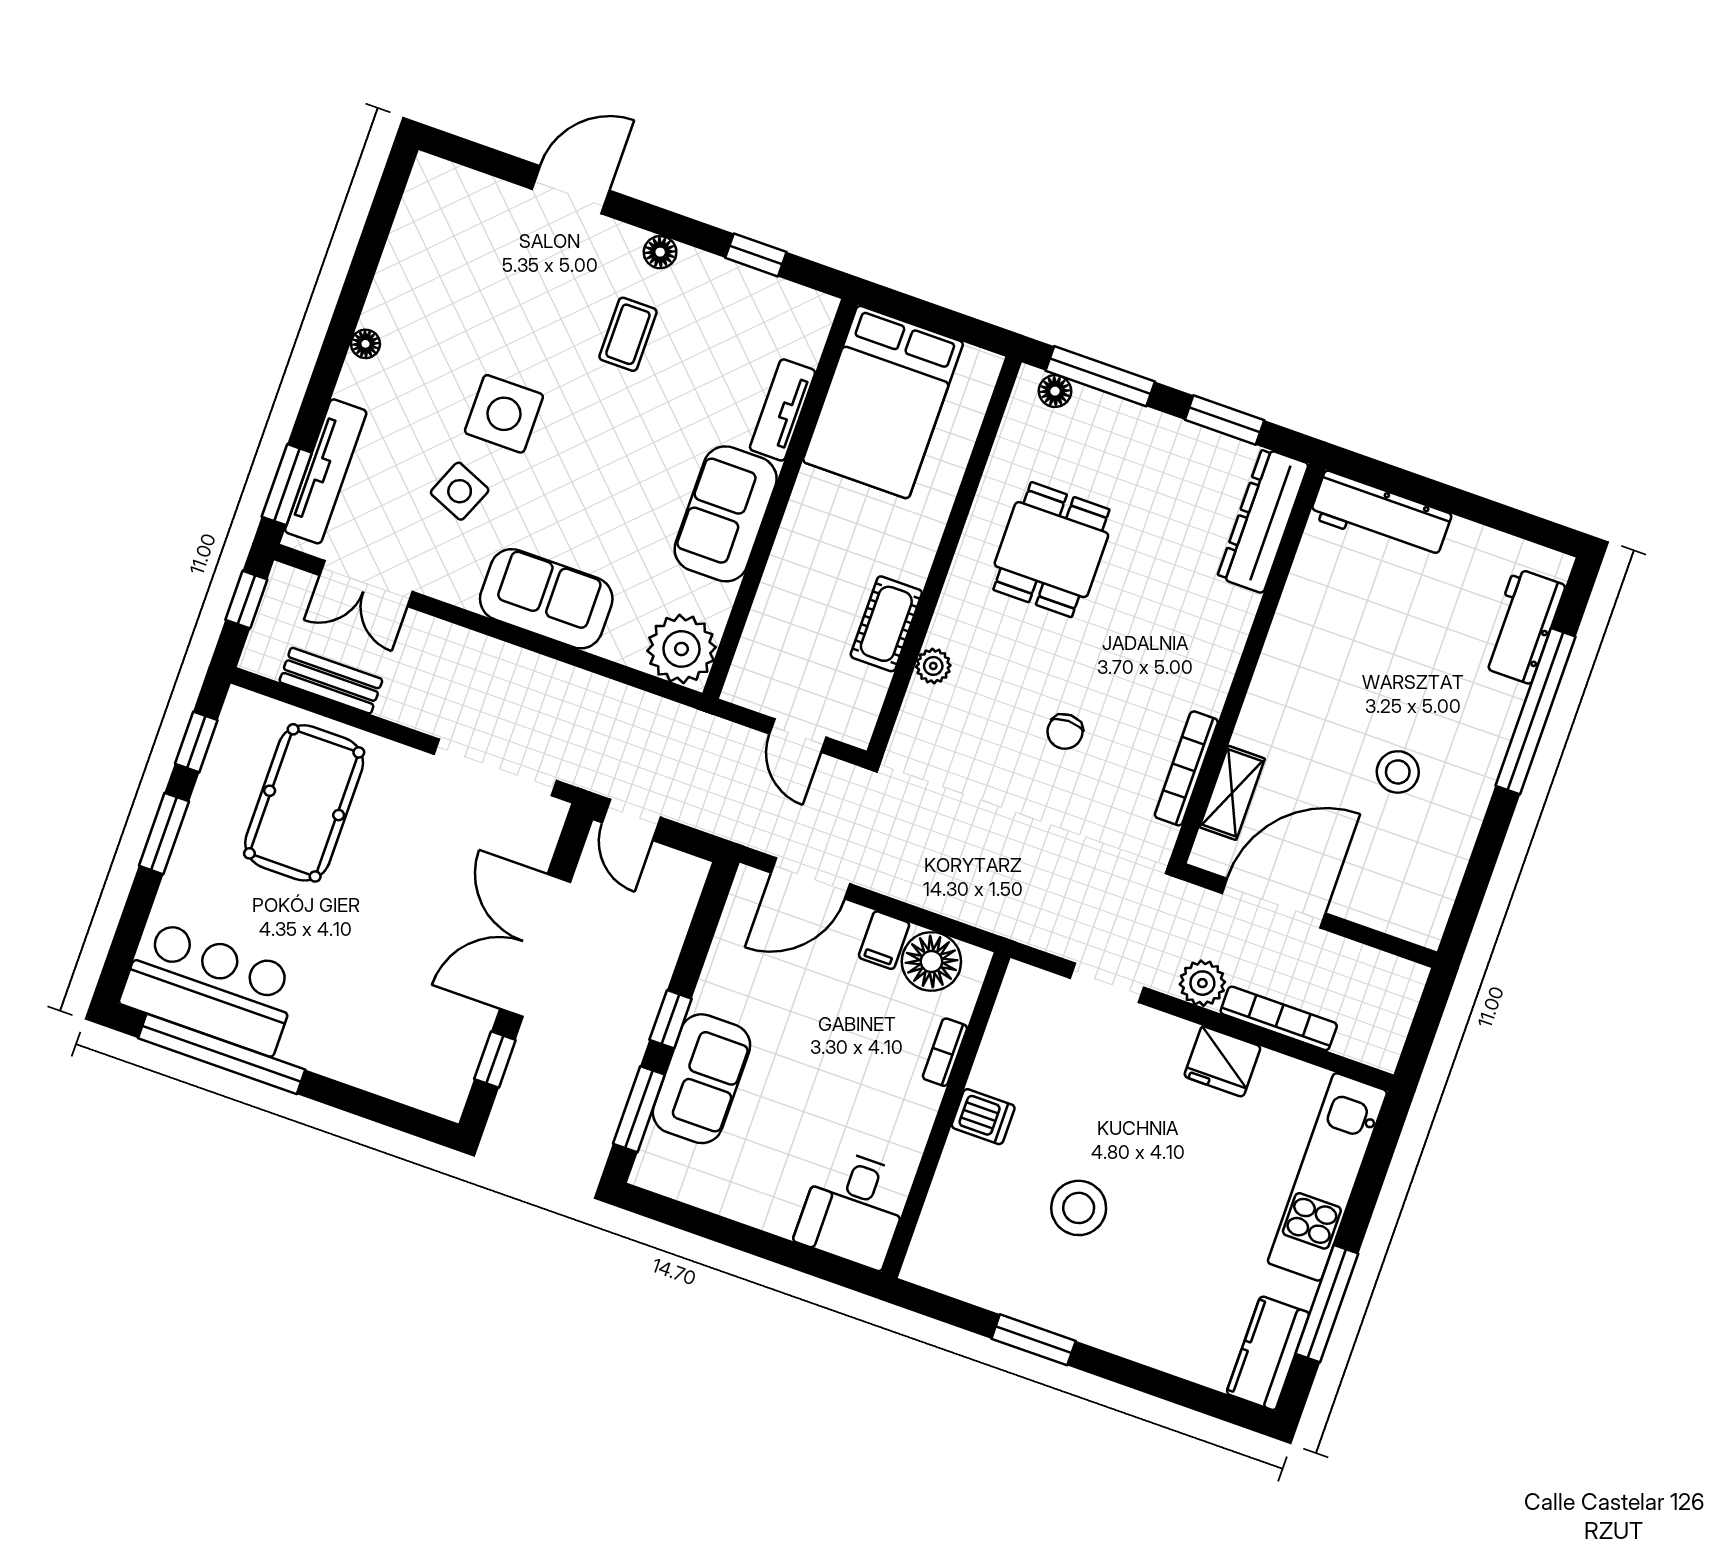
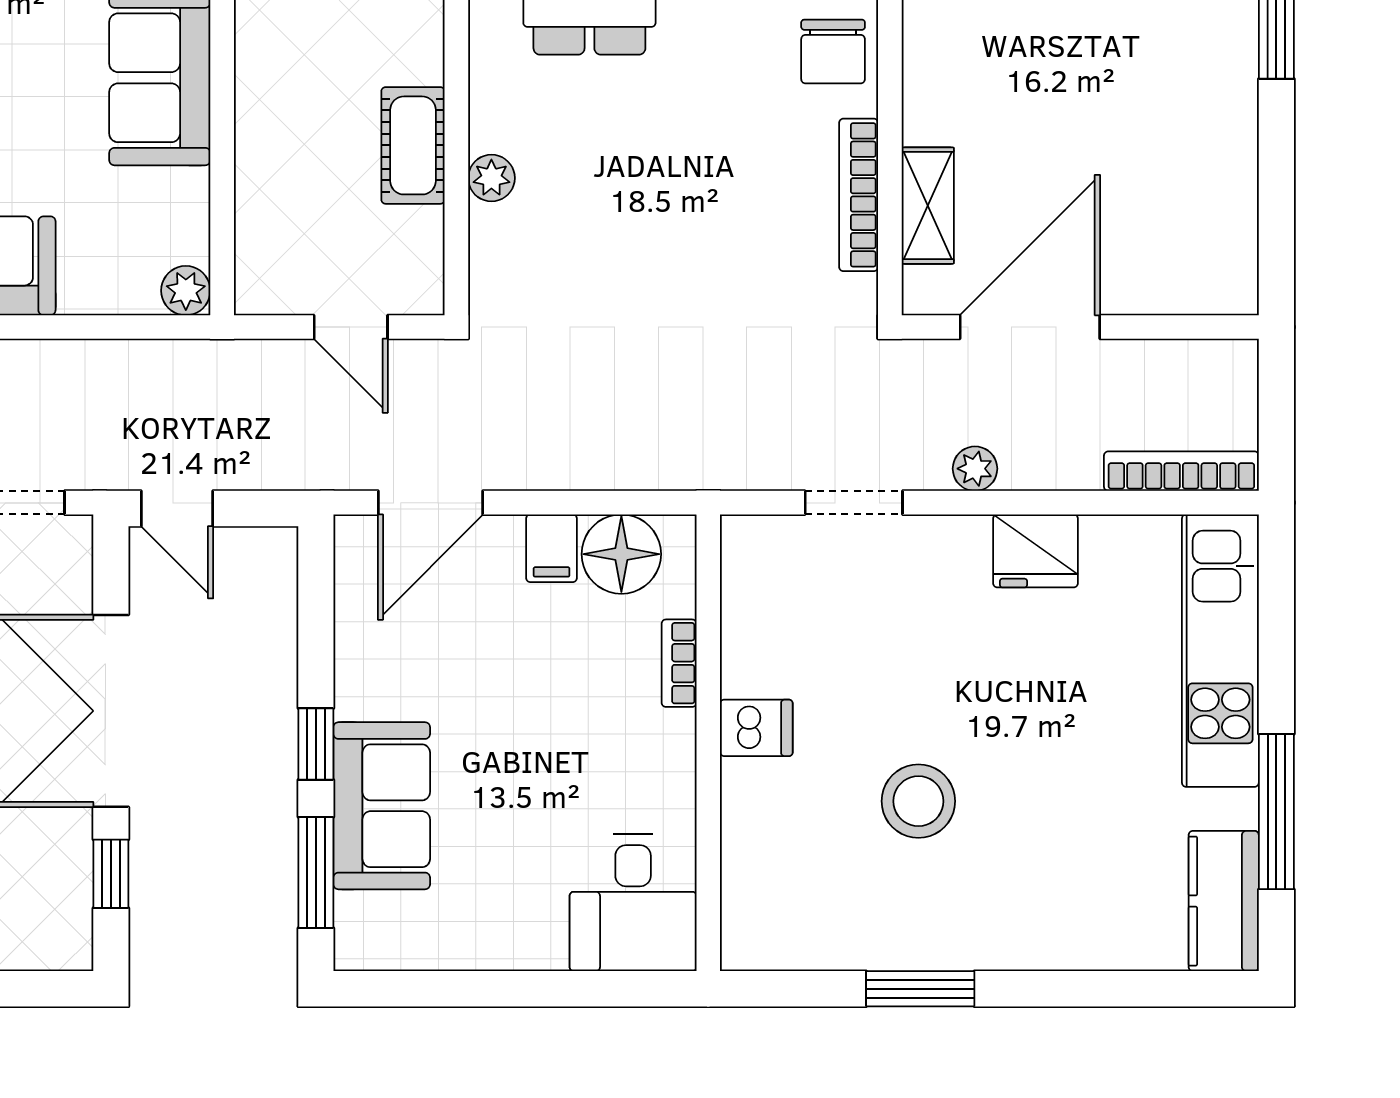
plant: (681, 649) -> (186, 291), width x0.53, depth x0.53
chair: (1065, 732) -> (833, 51), moved, width x1.37, depth x1.37
stool: (1398, 772) -> (1129, 105), removed
plant: (1202, 983) -> (975, 469), width x0.73, depth x0.73
bookcase: (1279, 1018) -> (1181, 471), moved

